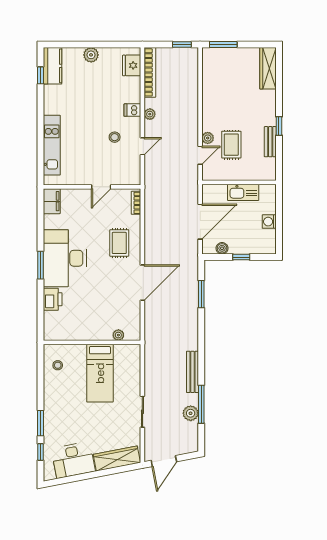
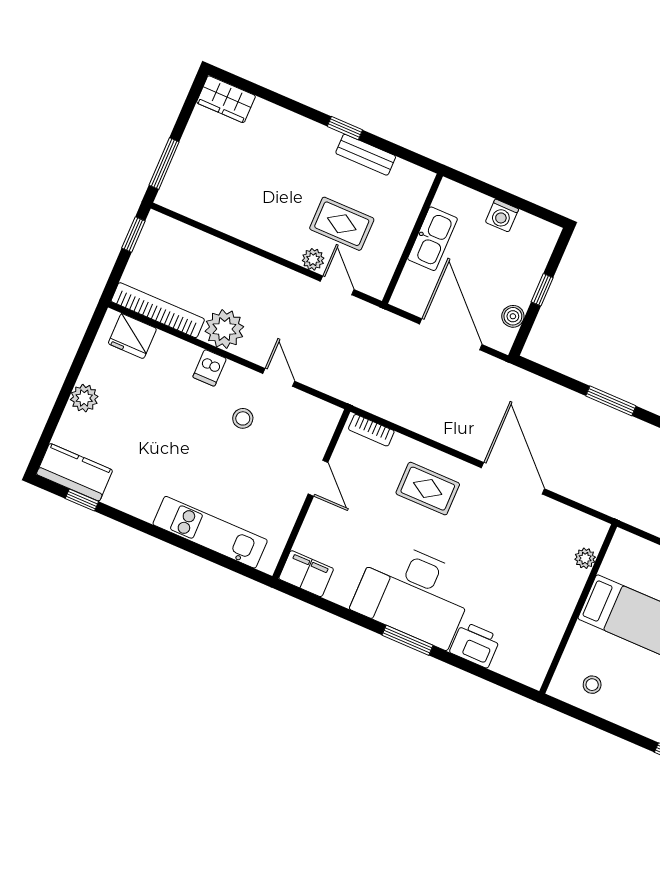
wardrobe: (268, 68) -> (226, 99), width x0.67
plant: (150, 114) -> (224, 329), width x1.87, depth x1.87
window: (201, 294) -> (611, 401), moved

